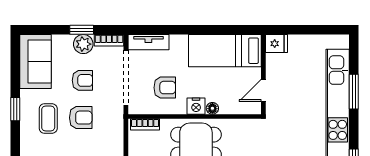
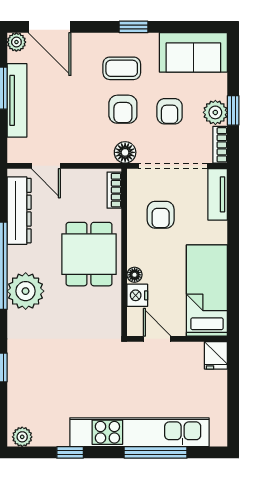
window: (354, 92) -> (156, 452), width x1.44
nightstand: (196, 106) -> (137, 295), moved
floor lamp: (115, 116) -> (125, 152), added

